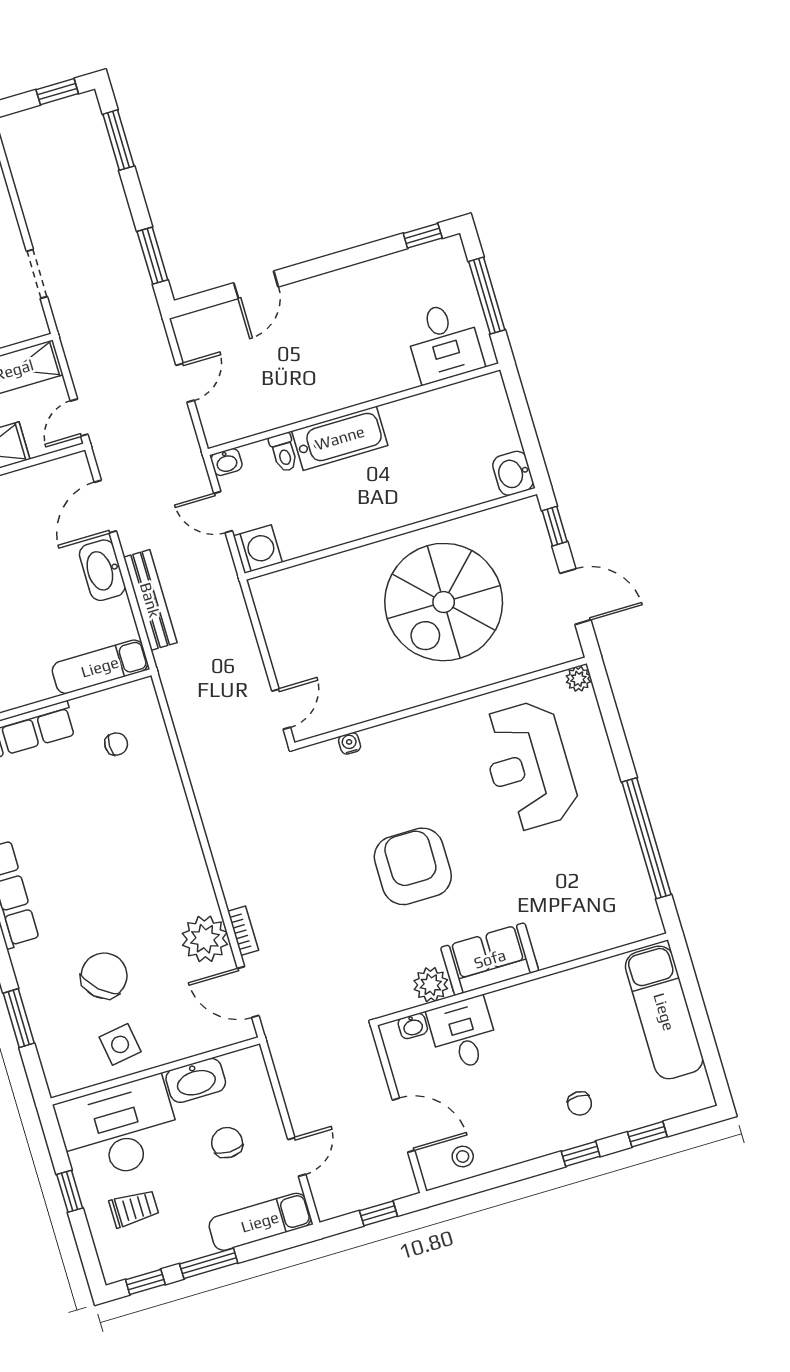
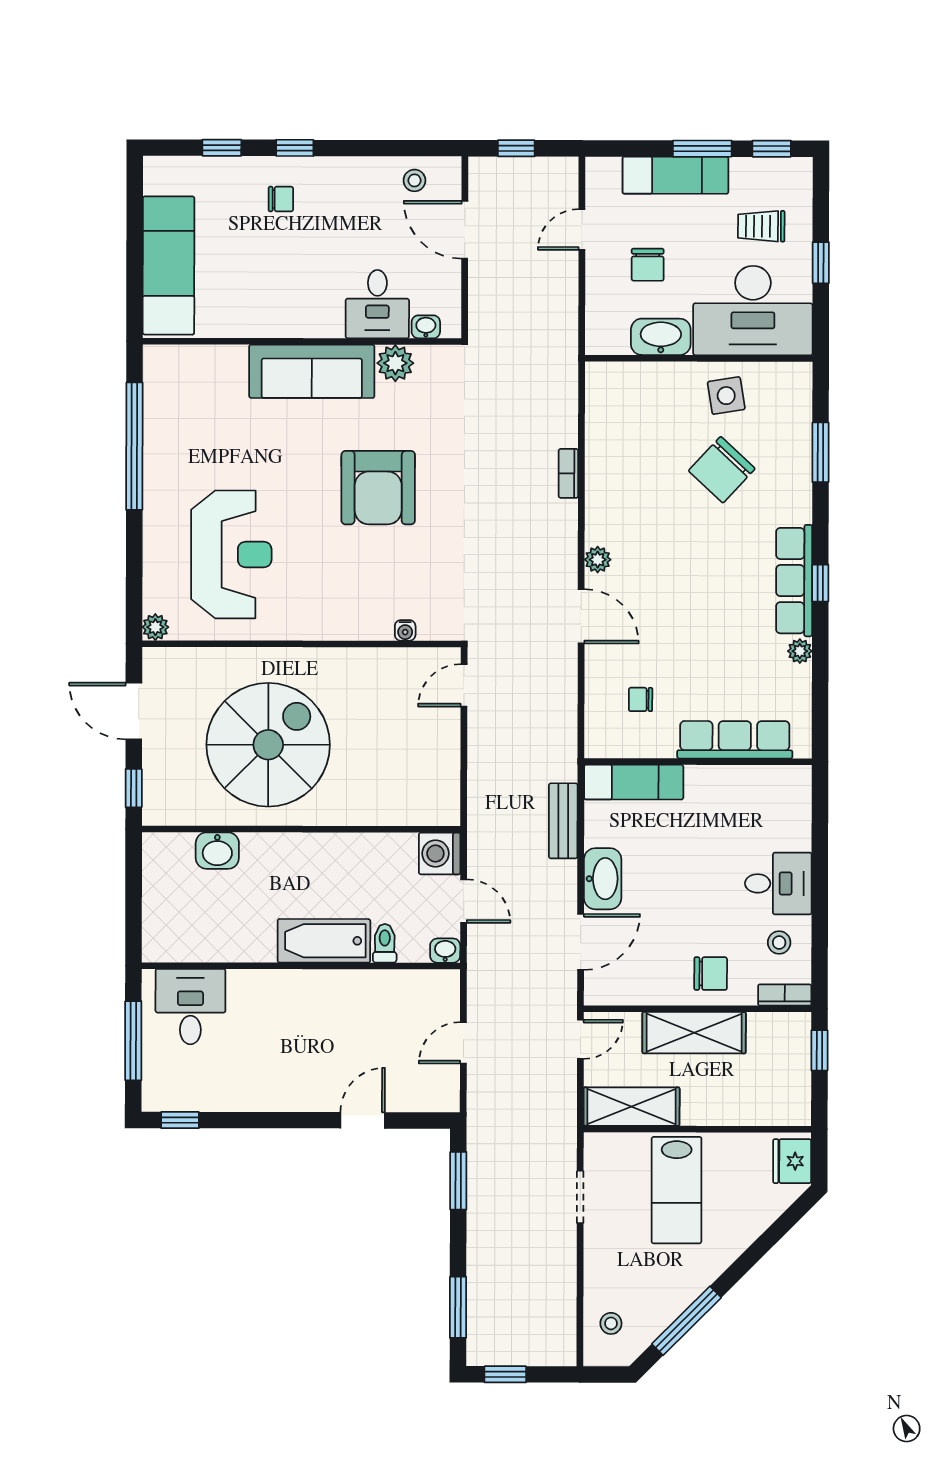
washbasin: (513, 473) -> (217, 851), moved, turned 90
bench: (150, 600) -> (563, 821), width x0.73
plant: (205, 939) -> (598, 560), moved, width x0.53, depth x0.53
sofa: (490, 959) -> (312, 371), width x1.36
door: (248, 992) -> (581, 616), moved
chair: (580, 1103) -> (281, 199), turned 90
exam couch: (260, 1222) -> (675, 175), moved

